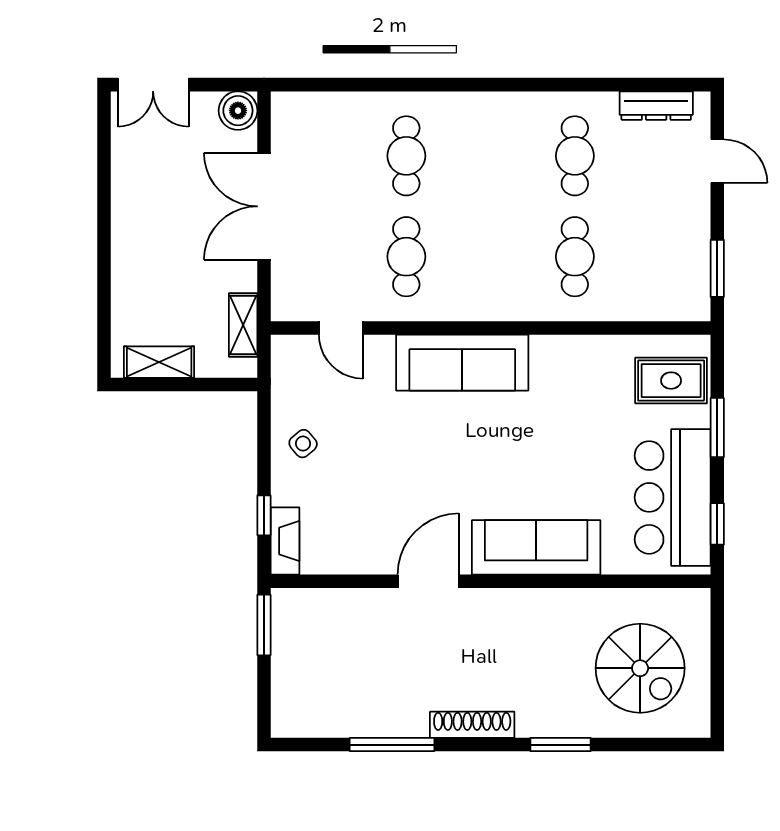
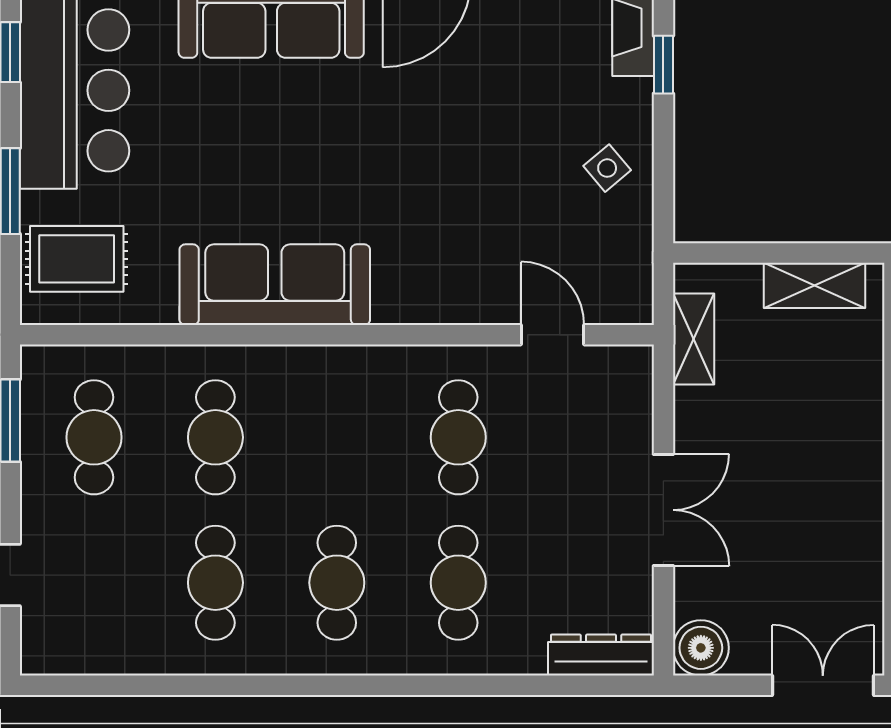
dresser: (656, 106) -> (601, 655), moved
cafe table: (491, 156) -> (337, 583), added
double door: (264, 206) -> (663, 510), width x0.73
cafe table: (659, 257) -> (94, 437), added
sofa: (462, 363) -> (275, 285), moved

